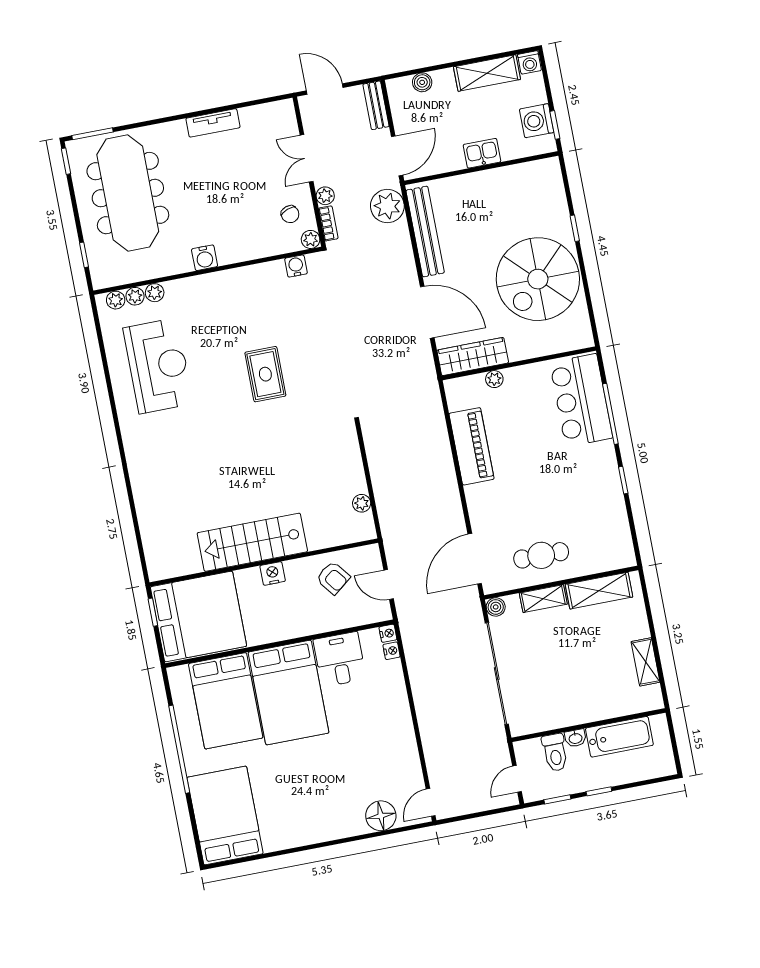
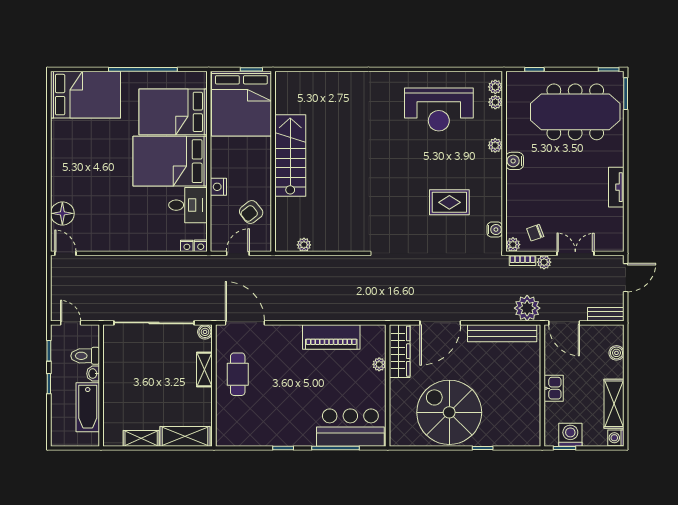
plant: (155, 293) -> (495, 145), moved
rug: (265, 374) -> (449, 202), moved
nightstand: (273, 573) -> (218, 187), moved, turned 180
shelving: (599, 591) -> (185, 436), moved, turned 90

